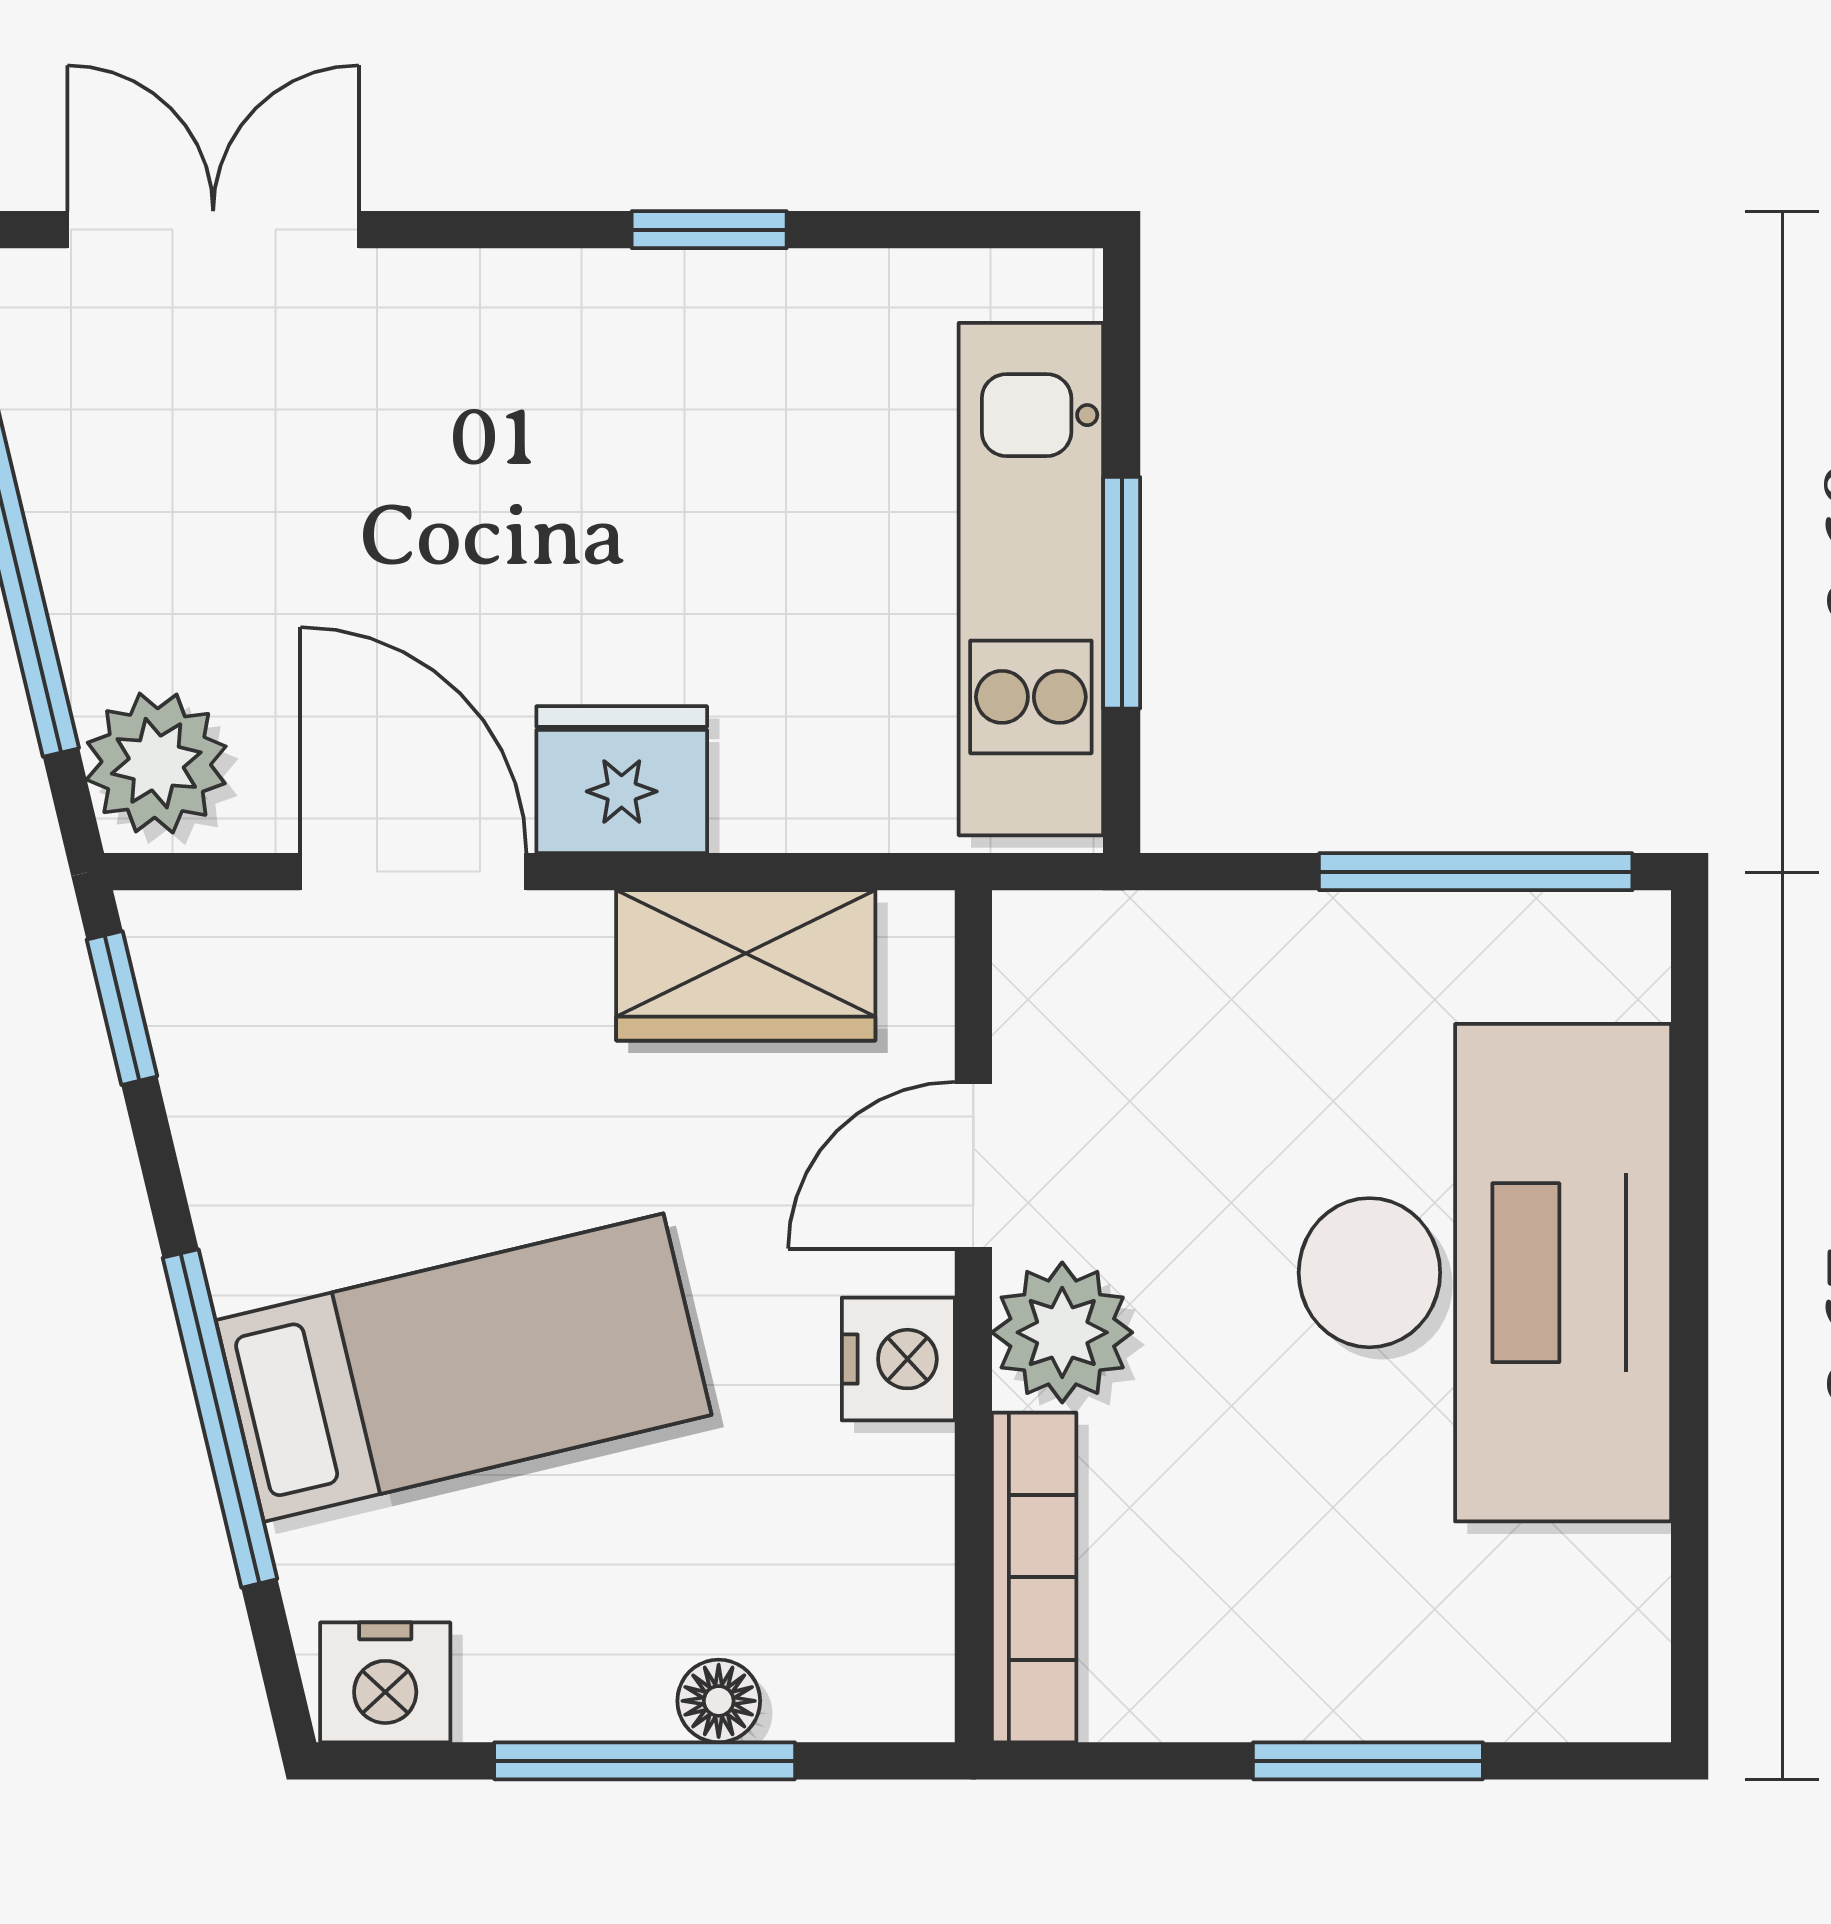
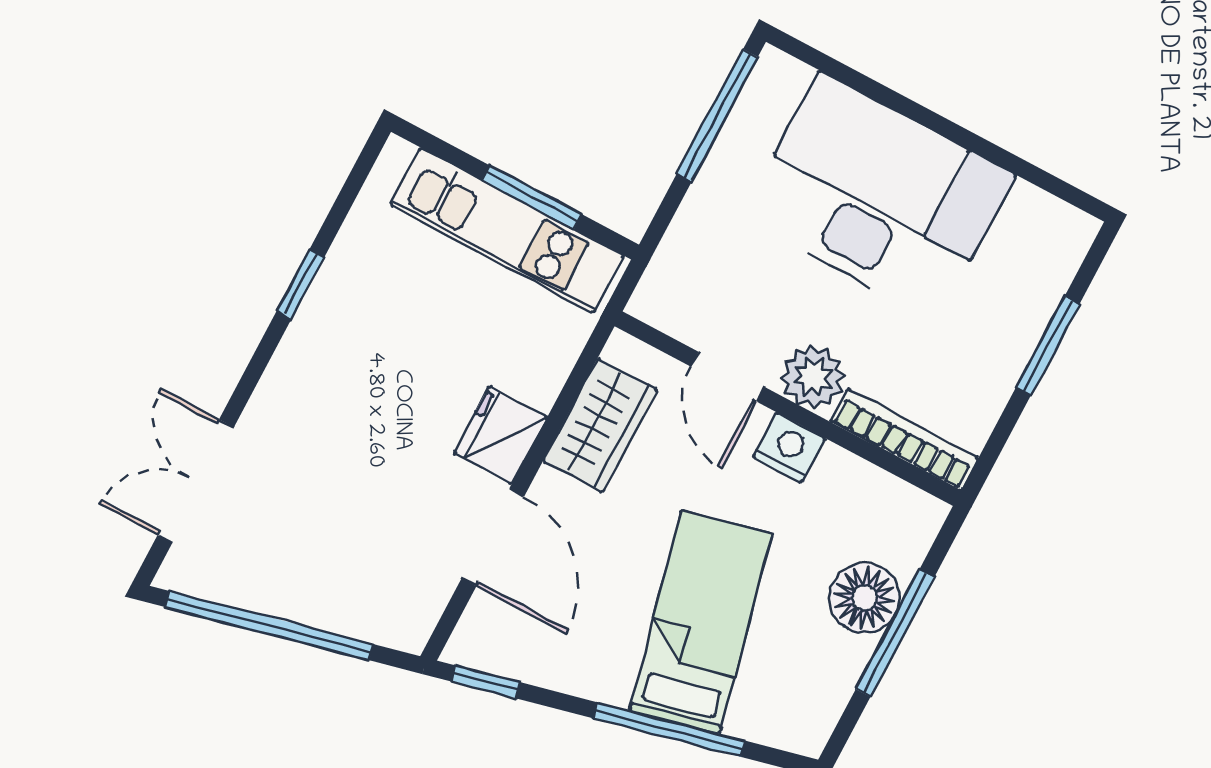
plant: (156, 763) -> (395, 616), removed
door: (413, 872) -> (493, 537), swing flipped
nightstand: (385, 1682) -> (809, 720), removed
floor lamp: (719, 1701) -> (864, 598), width x1.89, depth x1.89

